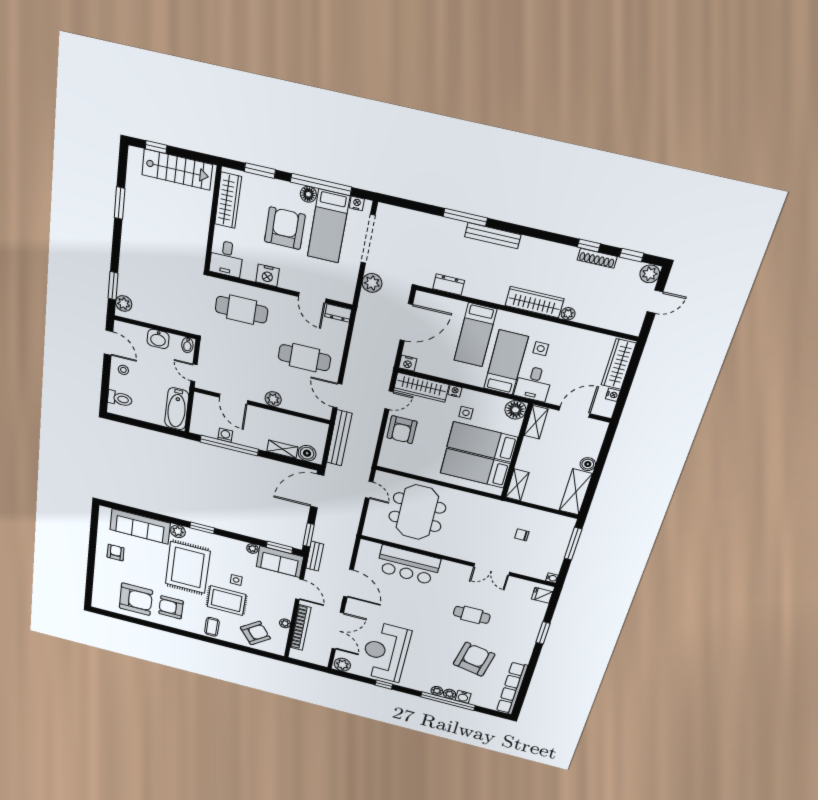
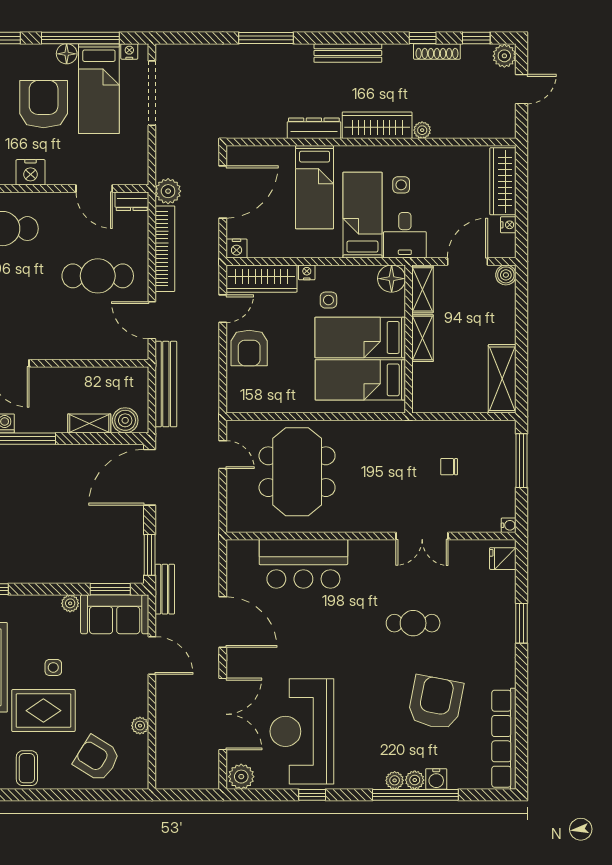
bench: (493, 236) -> (348, 53), moved
plant: (372, 283) -> (168, 191), moved
dresser: (449, 285) -> (314, 128), moved, width x1.44
plant: (273, 399) -> (64, 349), removed
boiler: (588, 464) -> (506, 275), moved
shelving: (517, 485) -> (423, 338), moved
bookcase: (301, 628) -> (165, 249), moved
armchair: (255, 633) -> (97, 759), turned -111

